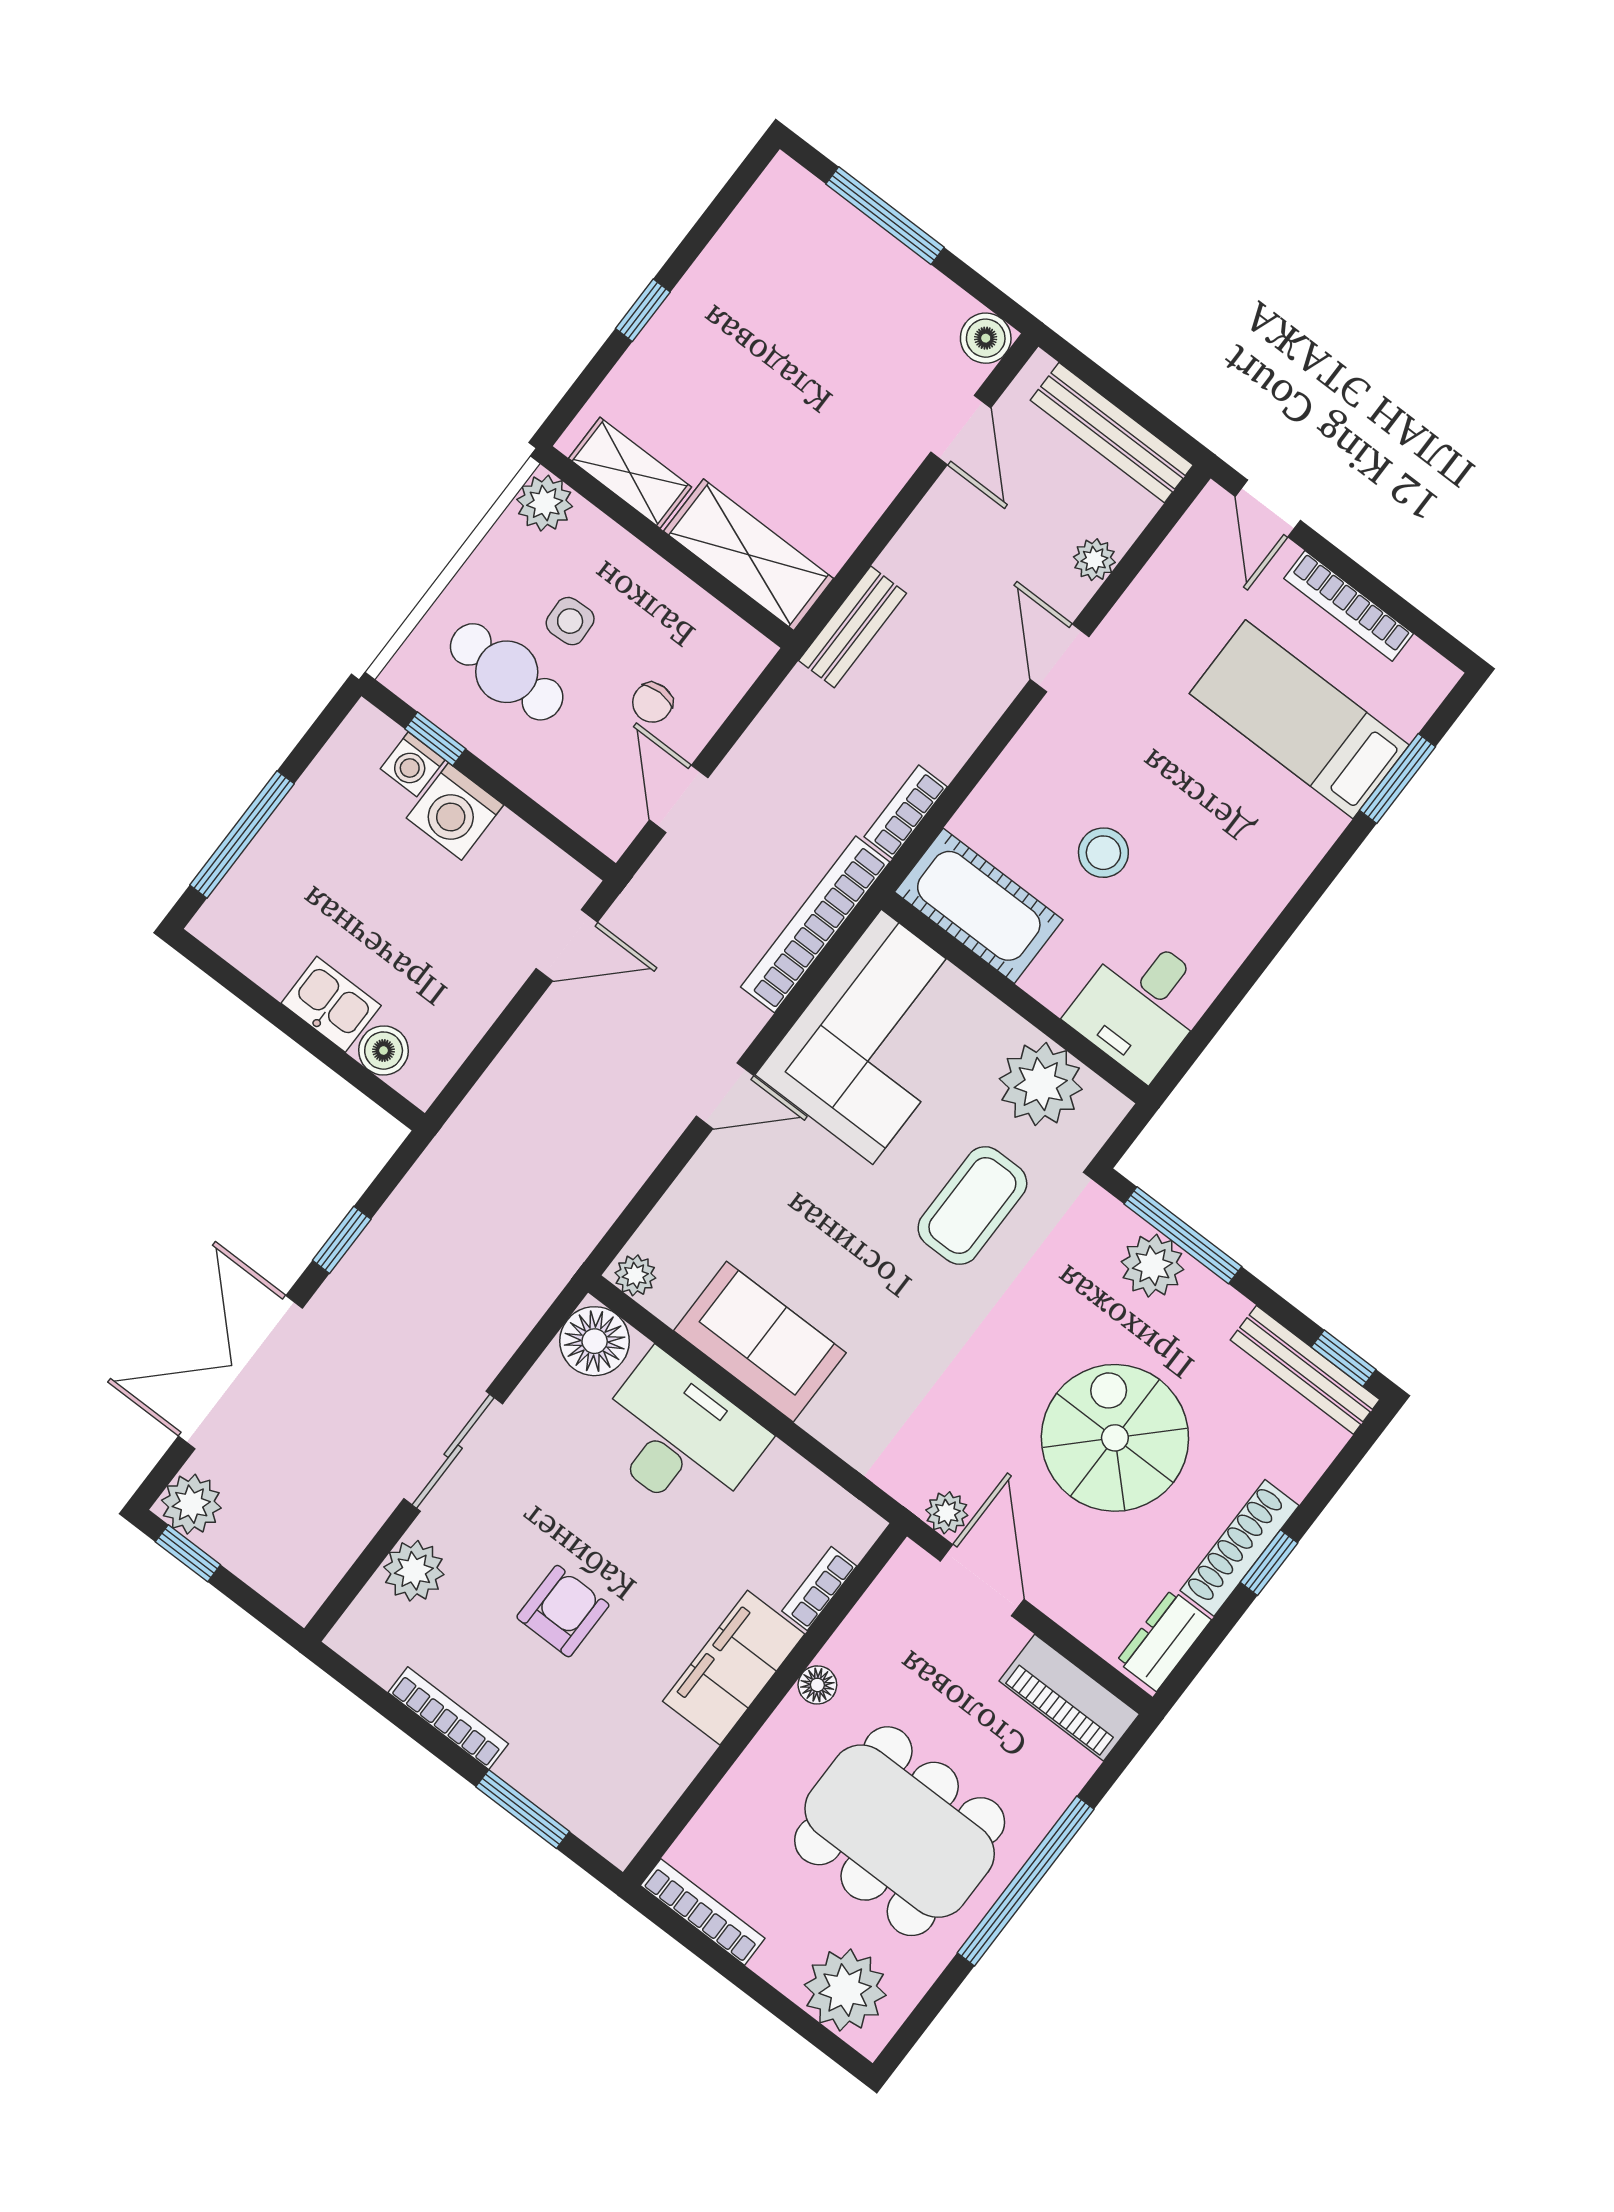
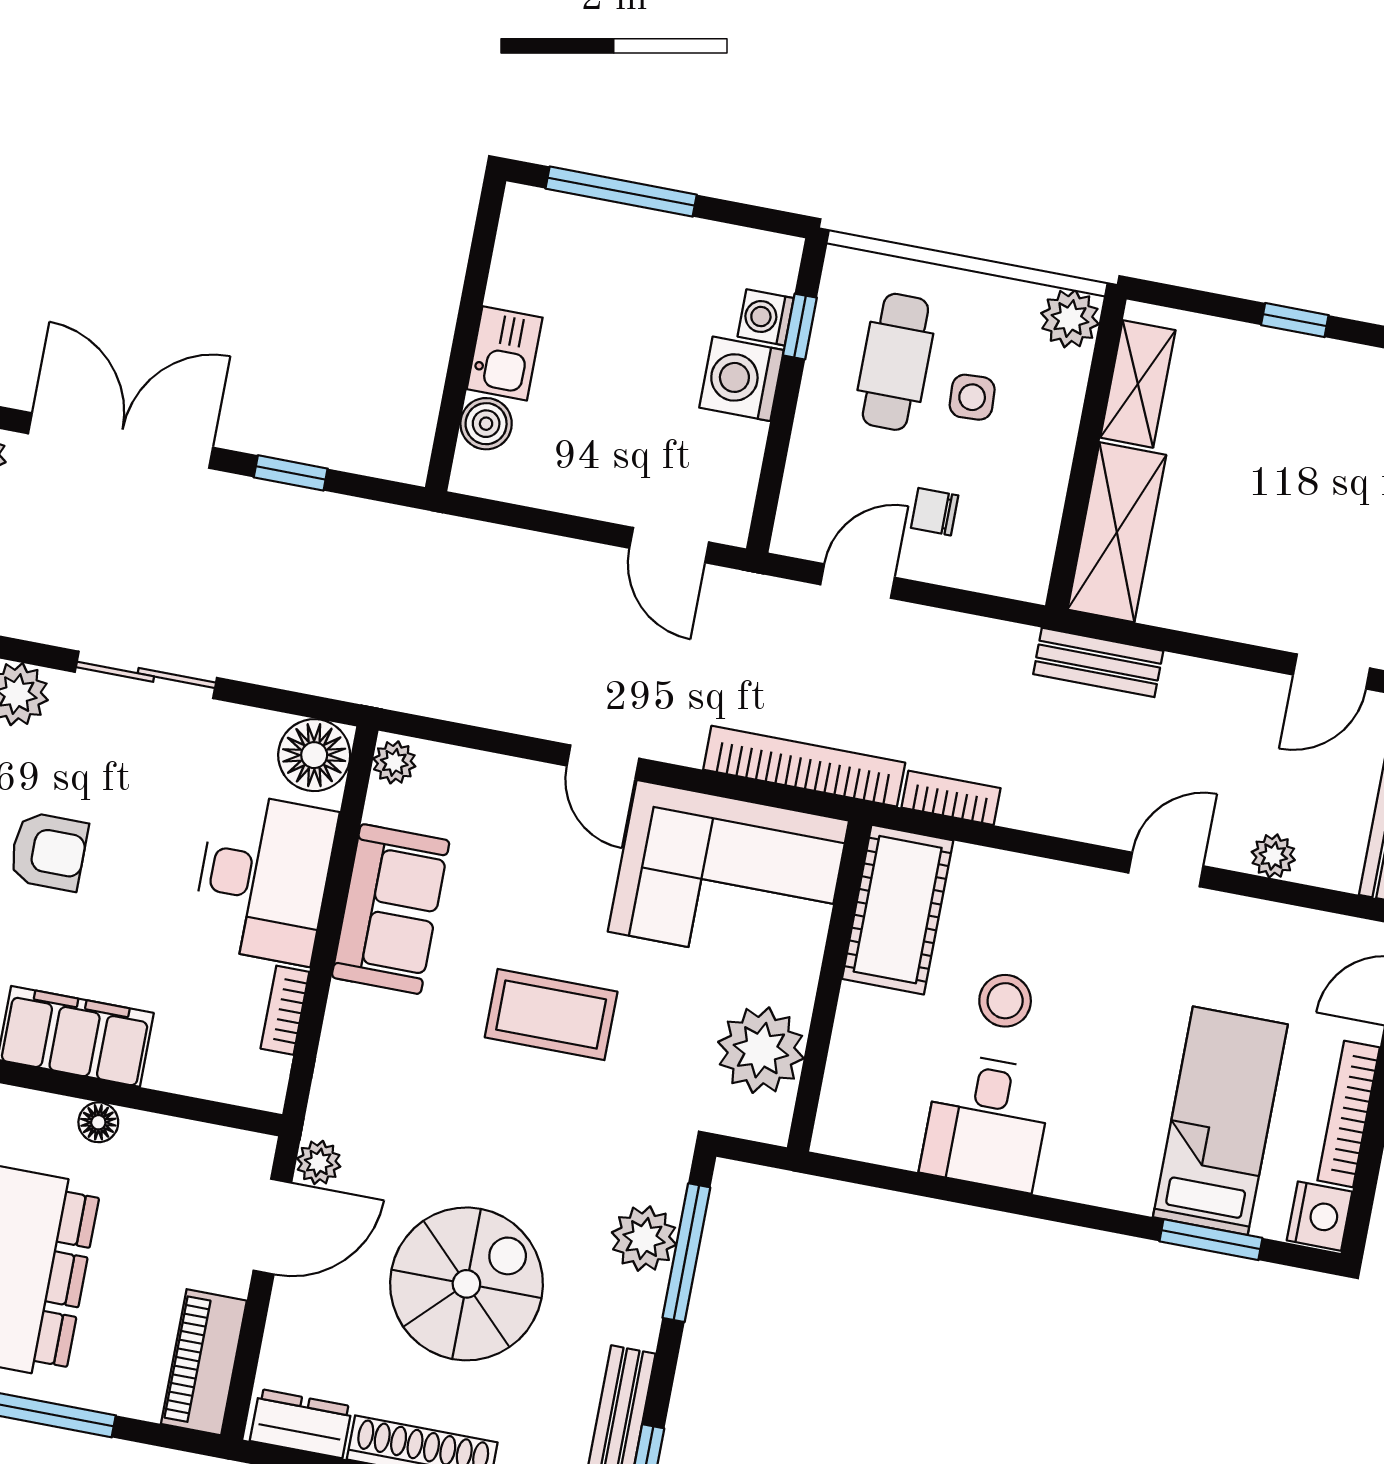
nightstand: (1424, 675) -> (1320, 1216), added
desk: (1141, 1005) -> (987, 1122), moved, turned -90
coffee table: (972, 1206) -> (551, 1014), moved
bookcase: (819, 1588) -> (285, 1010), moved, turned -90

